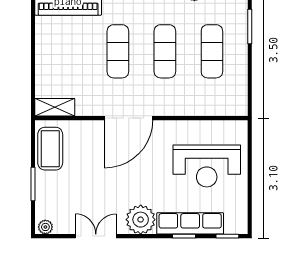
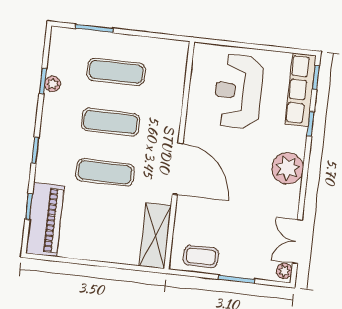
shelving: (55, 107) -> (155, 236), width x1.50, depth x1.33
coffee table: (50, 149) -> (201, 256), width x0.73, depth x0.77
reception desk: (207, 166) -> (238, 91), turned 180
row of seats: (190, 223) -> (301, 90), moved
double door: (96, 236) -> (297, 242), moved

